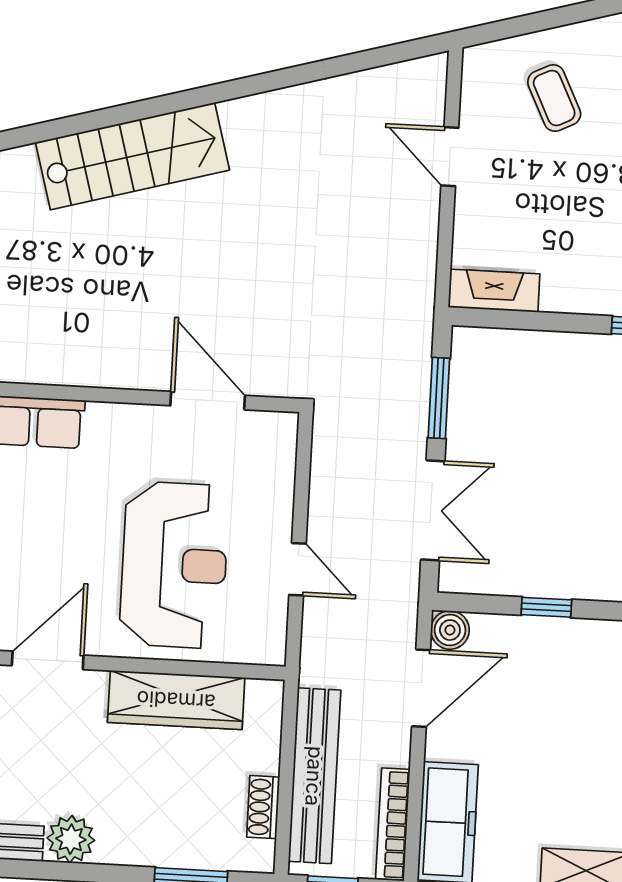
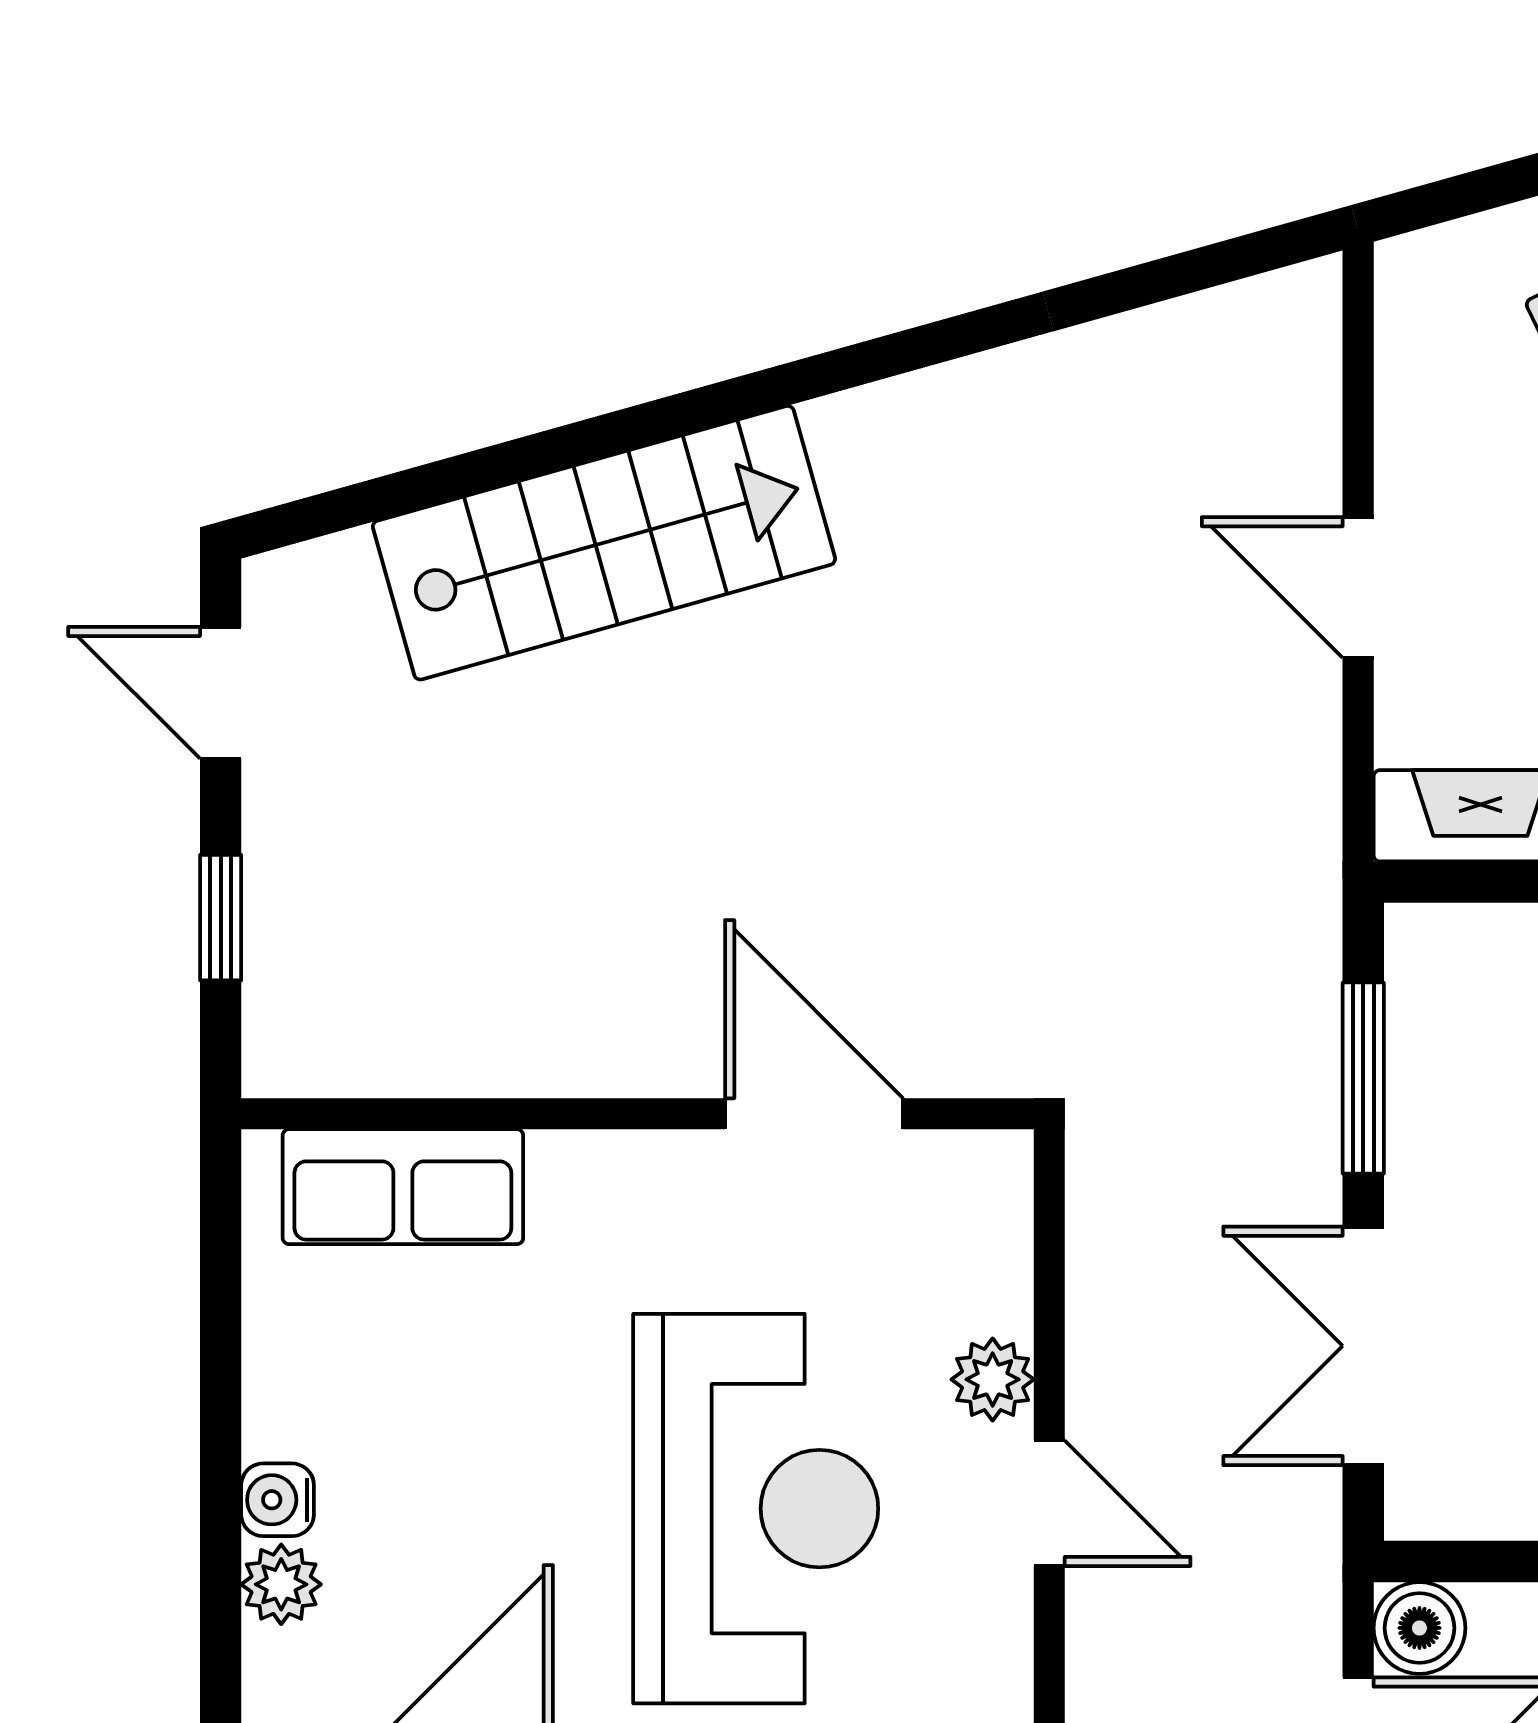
door: (450, 157) -> (1358, 587), moved
double door: (433, 510) -> (1363, 1346), swing flipped
plant: (277, 516) -> (993, 1379), added

